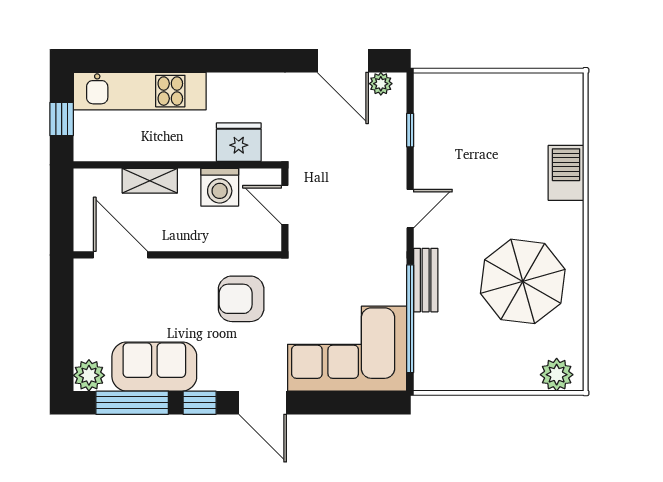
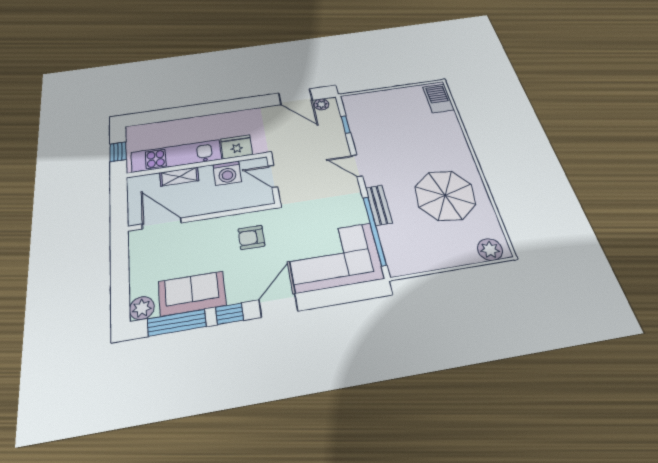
kitchen unit: (140, 91) -> (176, 156), moved, turned 180
barbecue: (566, 173) -> (438, 98), moved
door: (410, 209) -> (357, 166), swing flipped
armchair: (241, 299) -> (251, 237), width x0.72, depth x0.72
door: (263, 403) -> (278, 305), swing flipped

